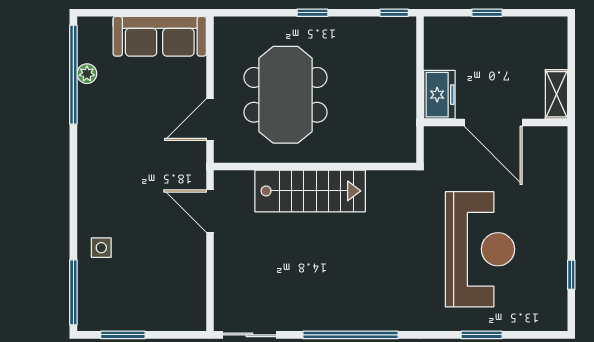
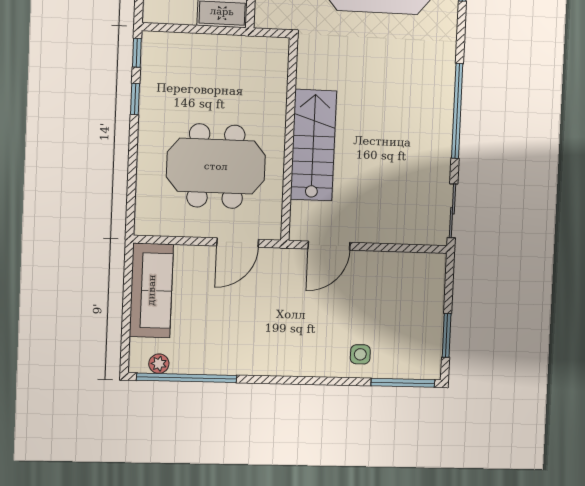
window: (312, 13) -> (135, 99), moved
plant: (87, 74) -> (159, 364), moved
door: (210, 120) -> (238, 243), hinge flipped

